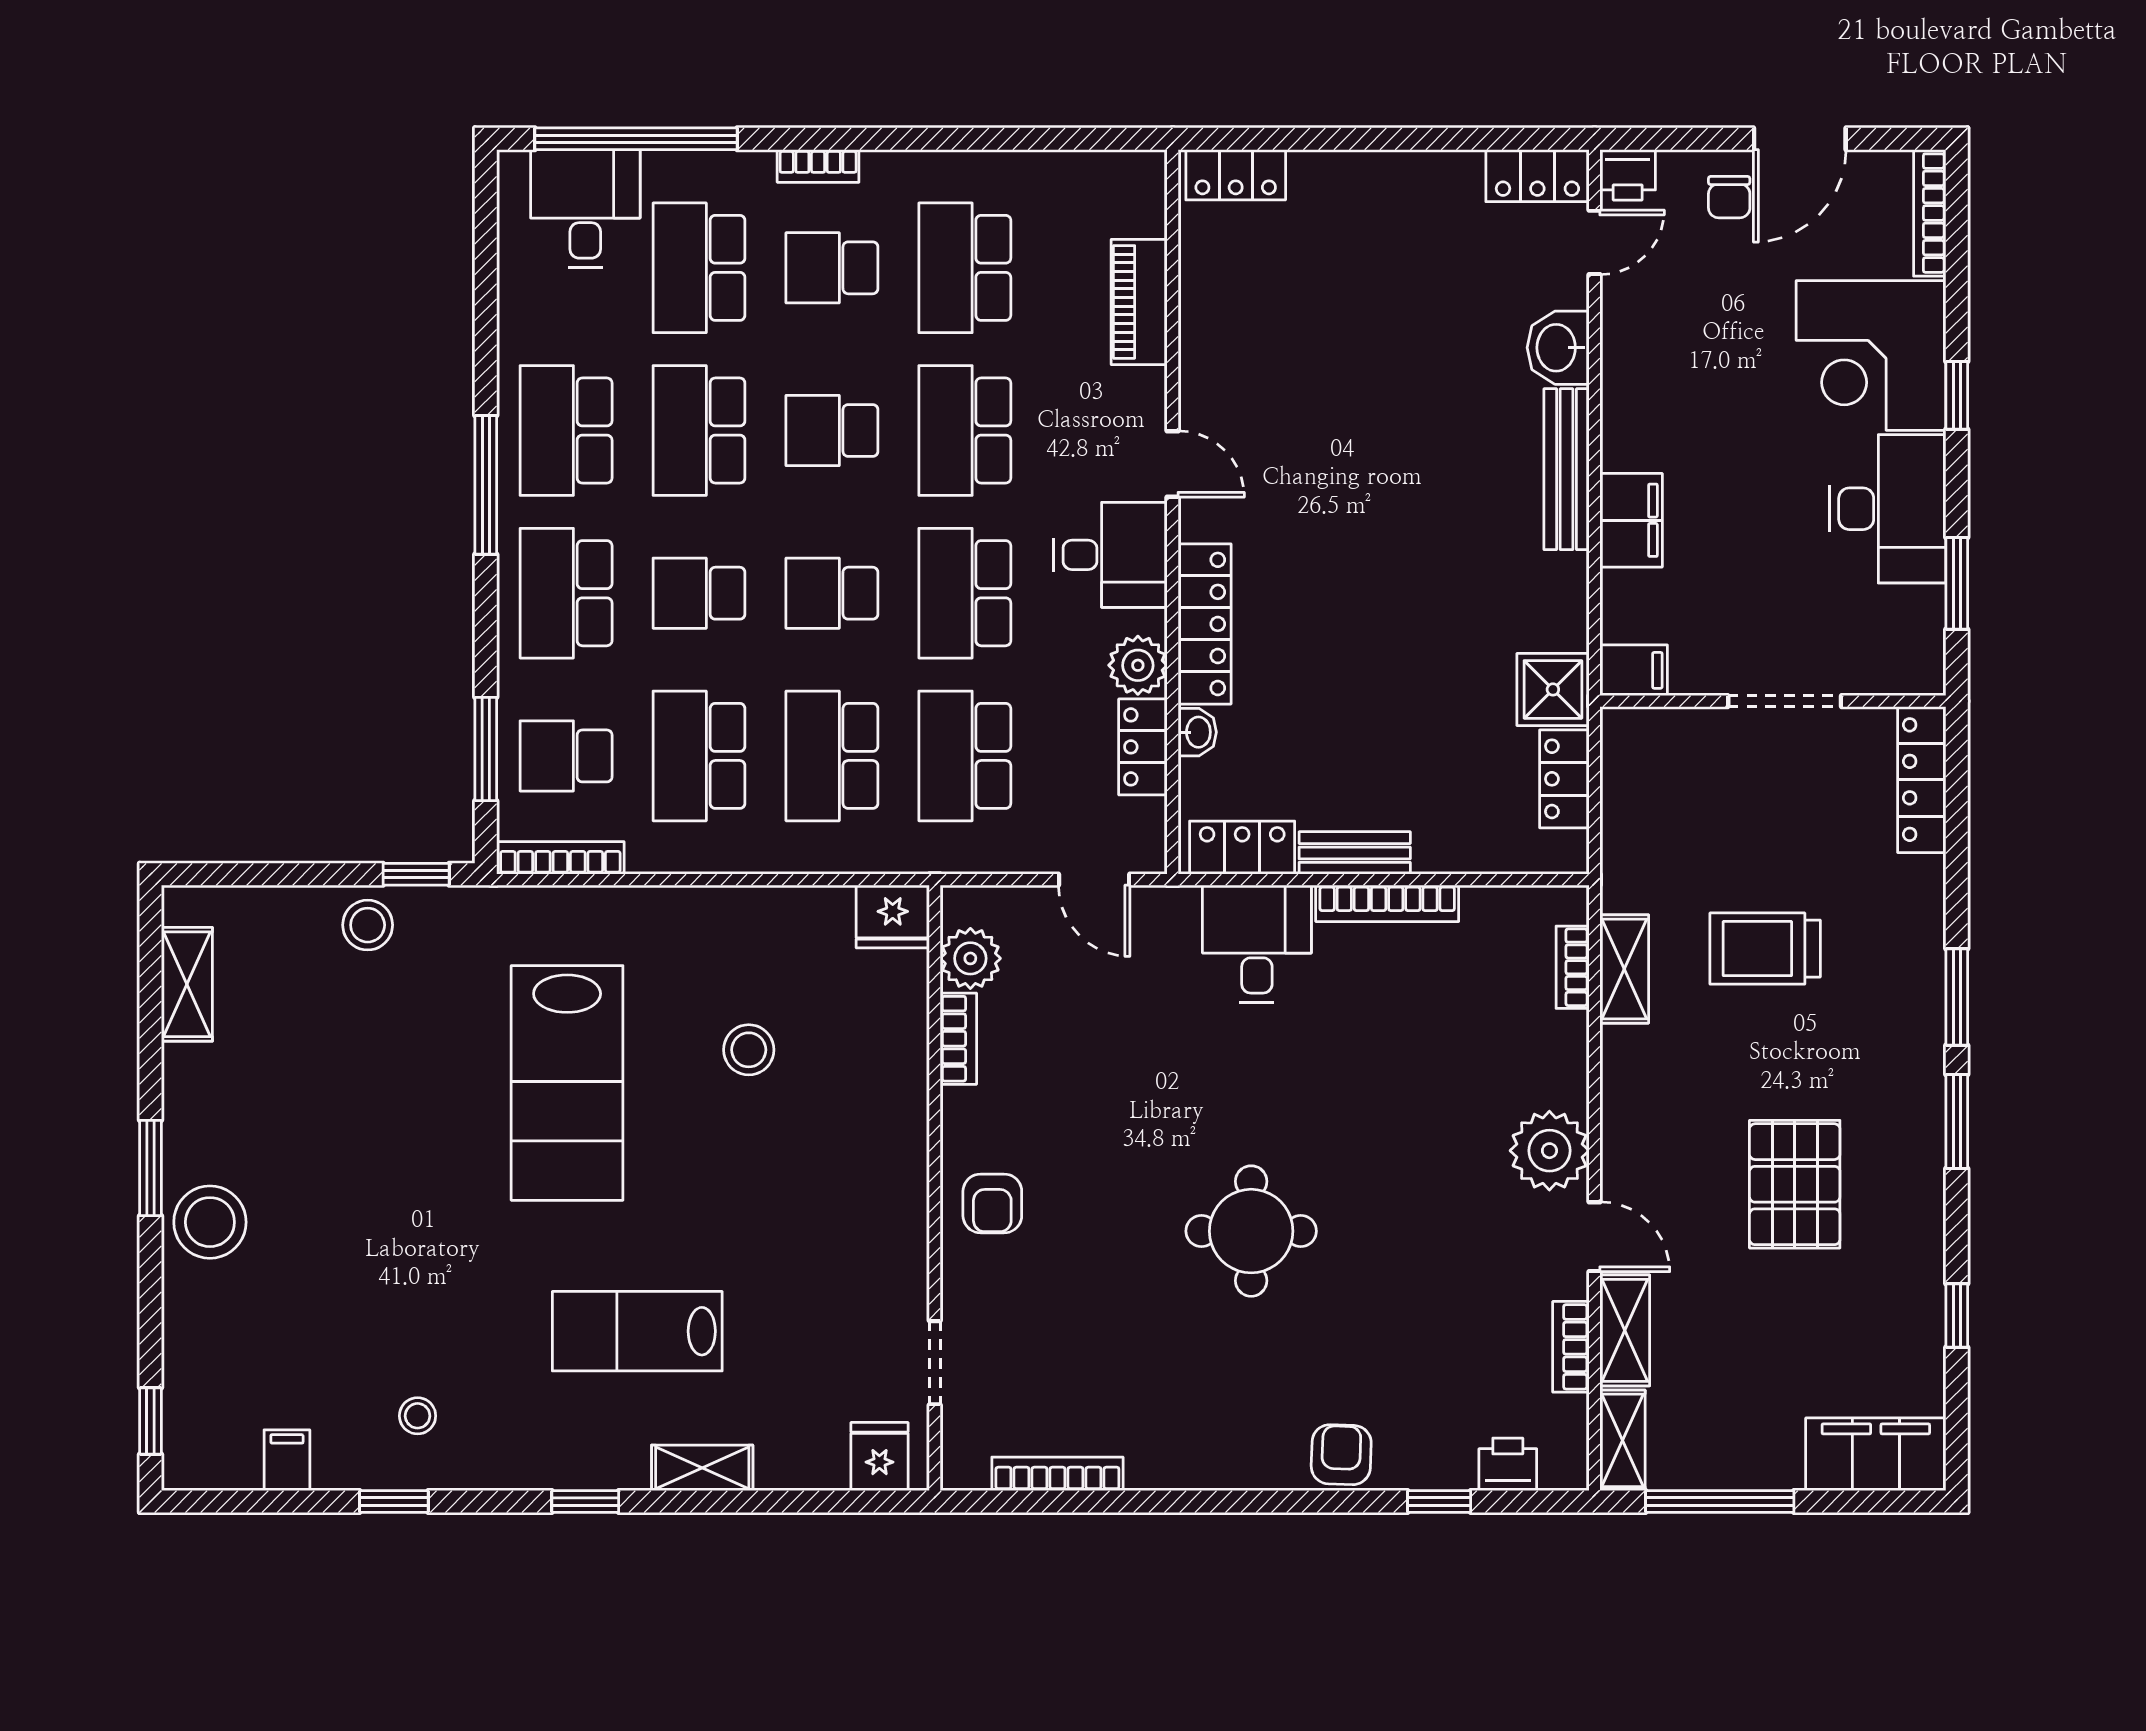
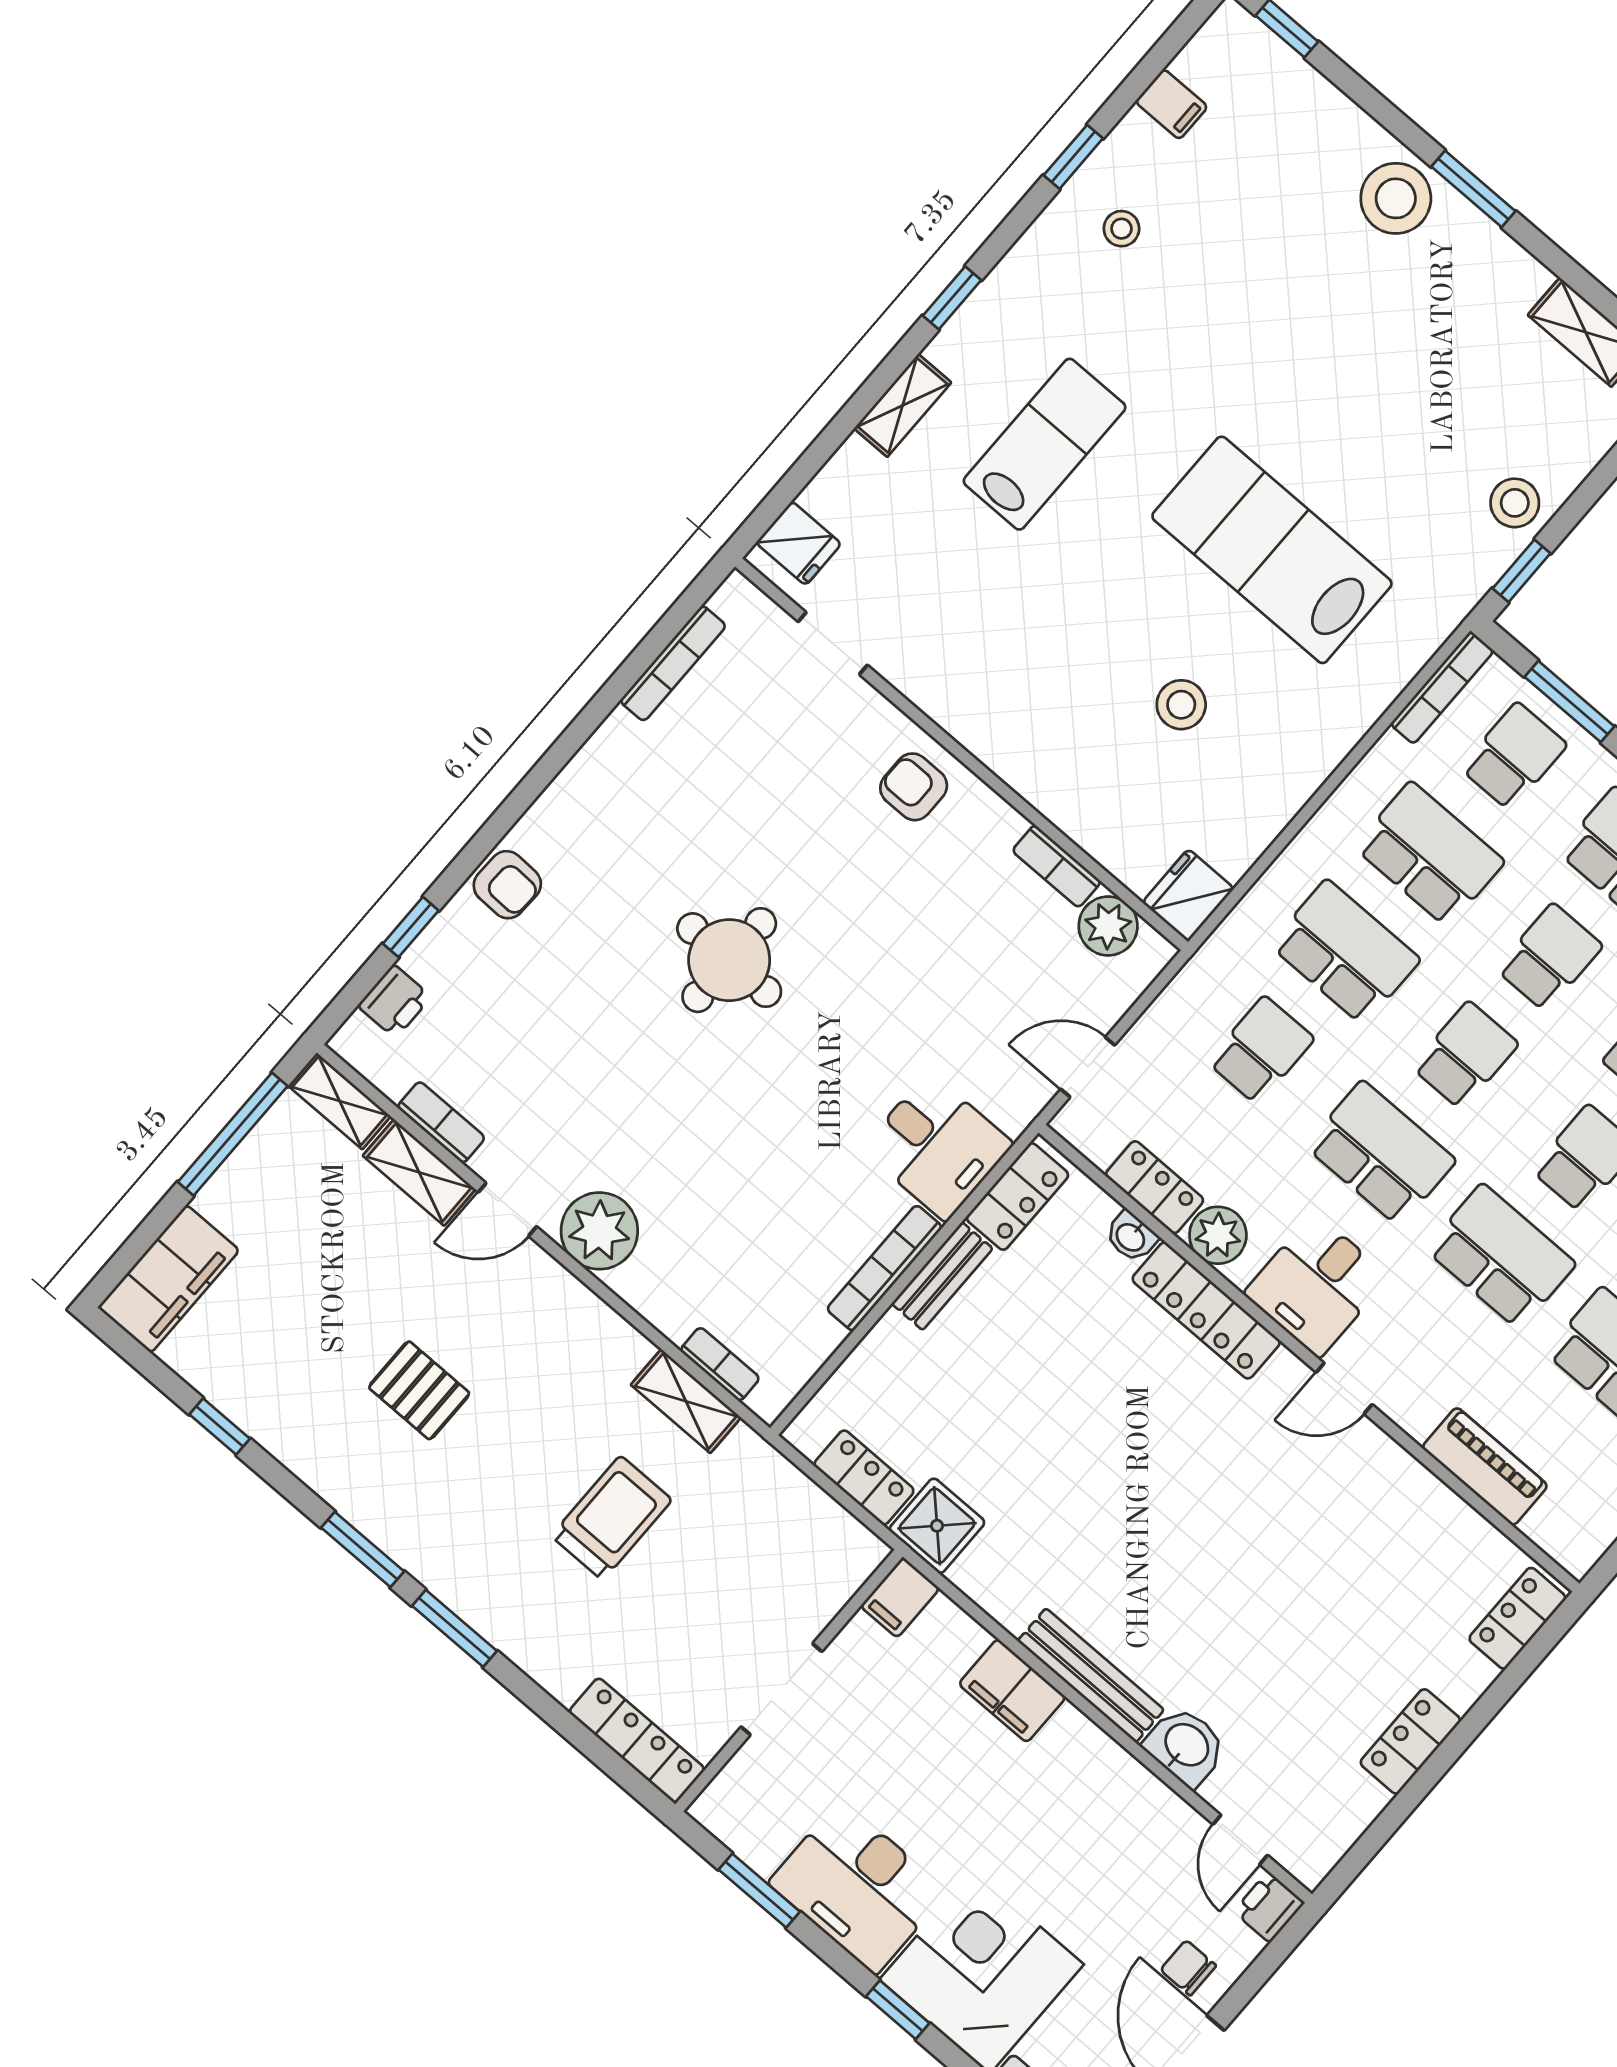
locker: (1537, 176) -> (1410, 1741), moved
school desk: (965, 756) -> (1261, 1050), width x0.54
pallet: (1795, 1184) -> (419, 1390), width x0.67, depth x0.71

